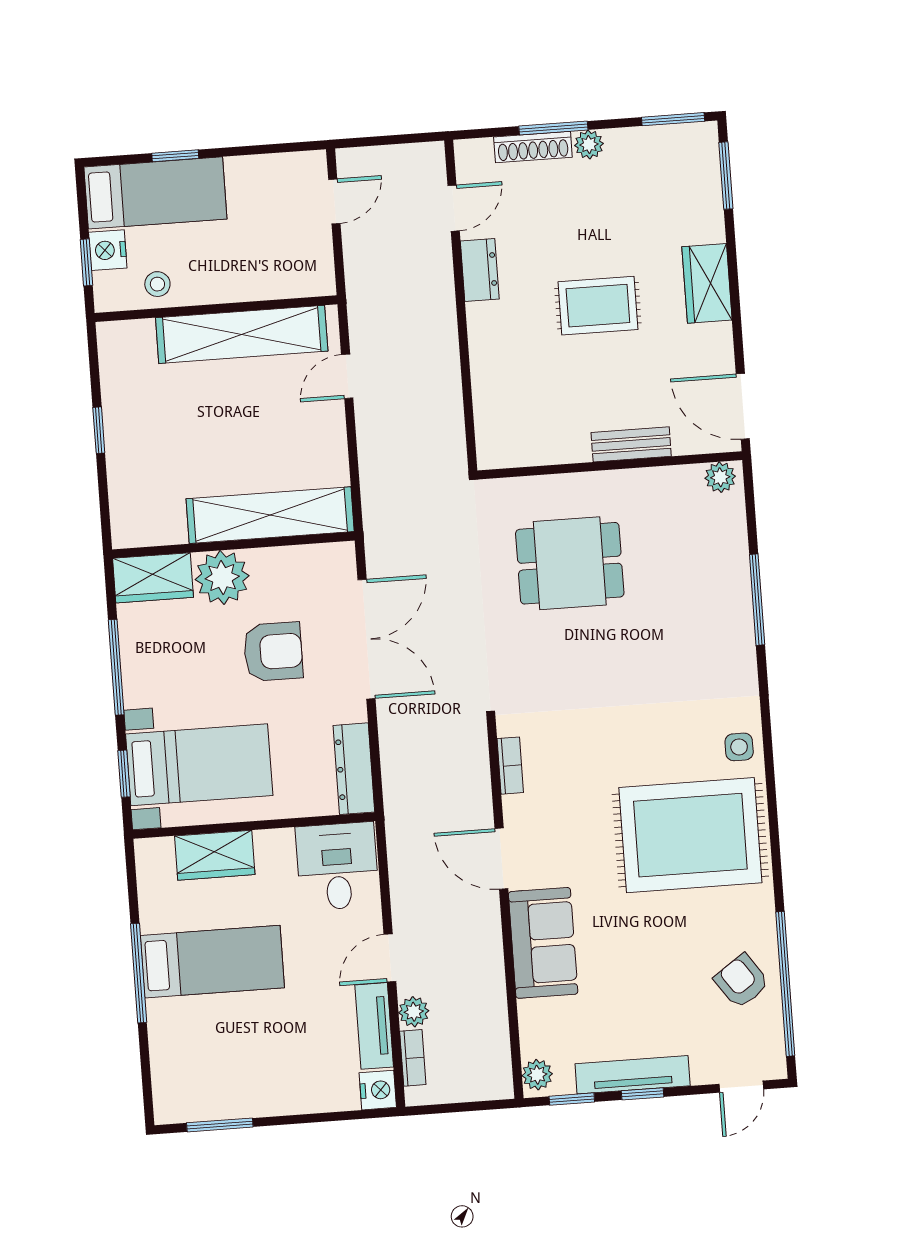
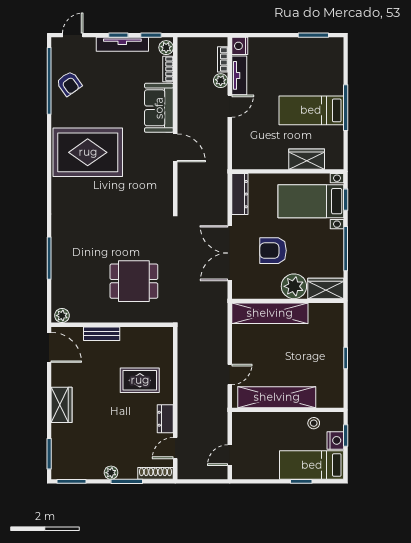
shoe rack: (533, 147) -> (156, 473), moved
rug: (598, 306) -> (140, 380), moved
side table: (739, 747) -> (62, 191), removed
bookcase: (510, 766) -> (168, 69), moved
desk: (337, 866) -> (251, 150), removed

